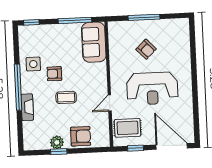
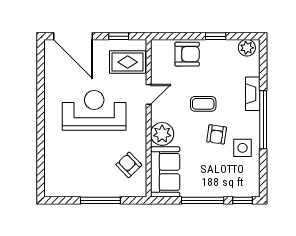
window: (75, 20) -> (203, 200), moved
armchair: (146, 49) -> (129, 165), moved
plant: (98, 72) -> (162, 134), added
armchair: (54, 74) -> (217, 134), turned 98
armchair: (81, 136) -> (187, 54), turned 180
plant: (57, 142) -> (247, 48), moved

